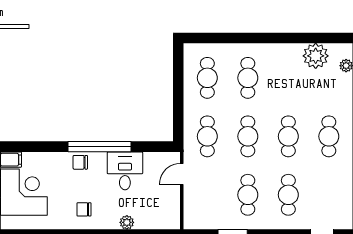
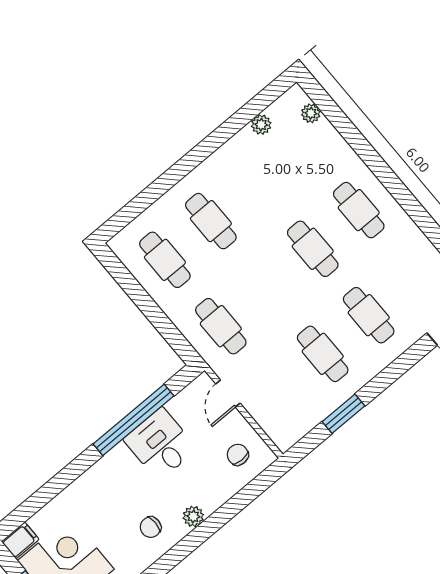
plant: (316, 56) -> (261, 125), width x0.53, depth x0.53
cafe table: (248, 136) -> (267, 287), removed
window: (100, 147) -> (133, 420), moved
chair: (80, 162) -> (238, 455), moved, turned 90
plant: (127, 222) -> (193, 516), moved

